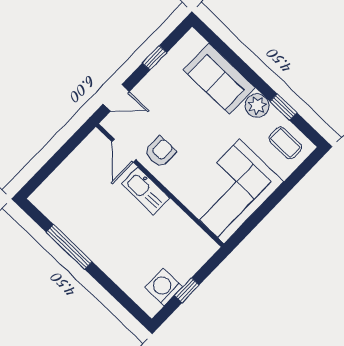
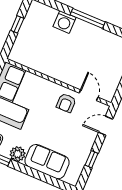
kitchen sink: (146, 191) -> (66, 76), removed
window: (69, 247) -> (88, 18), moved
washing machine: (164, 287) -> (65, 22), moved, turned 90

